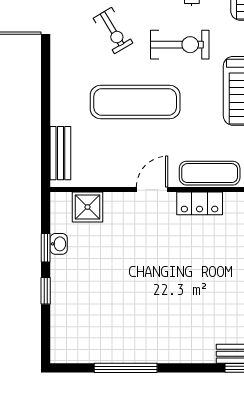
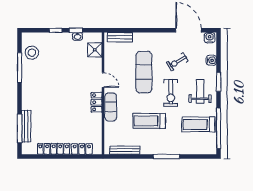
stool: (94, 342) -> (32, 53), added

